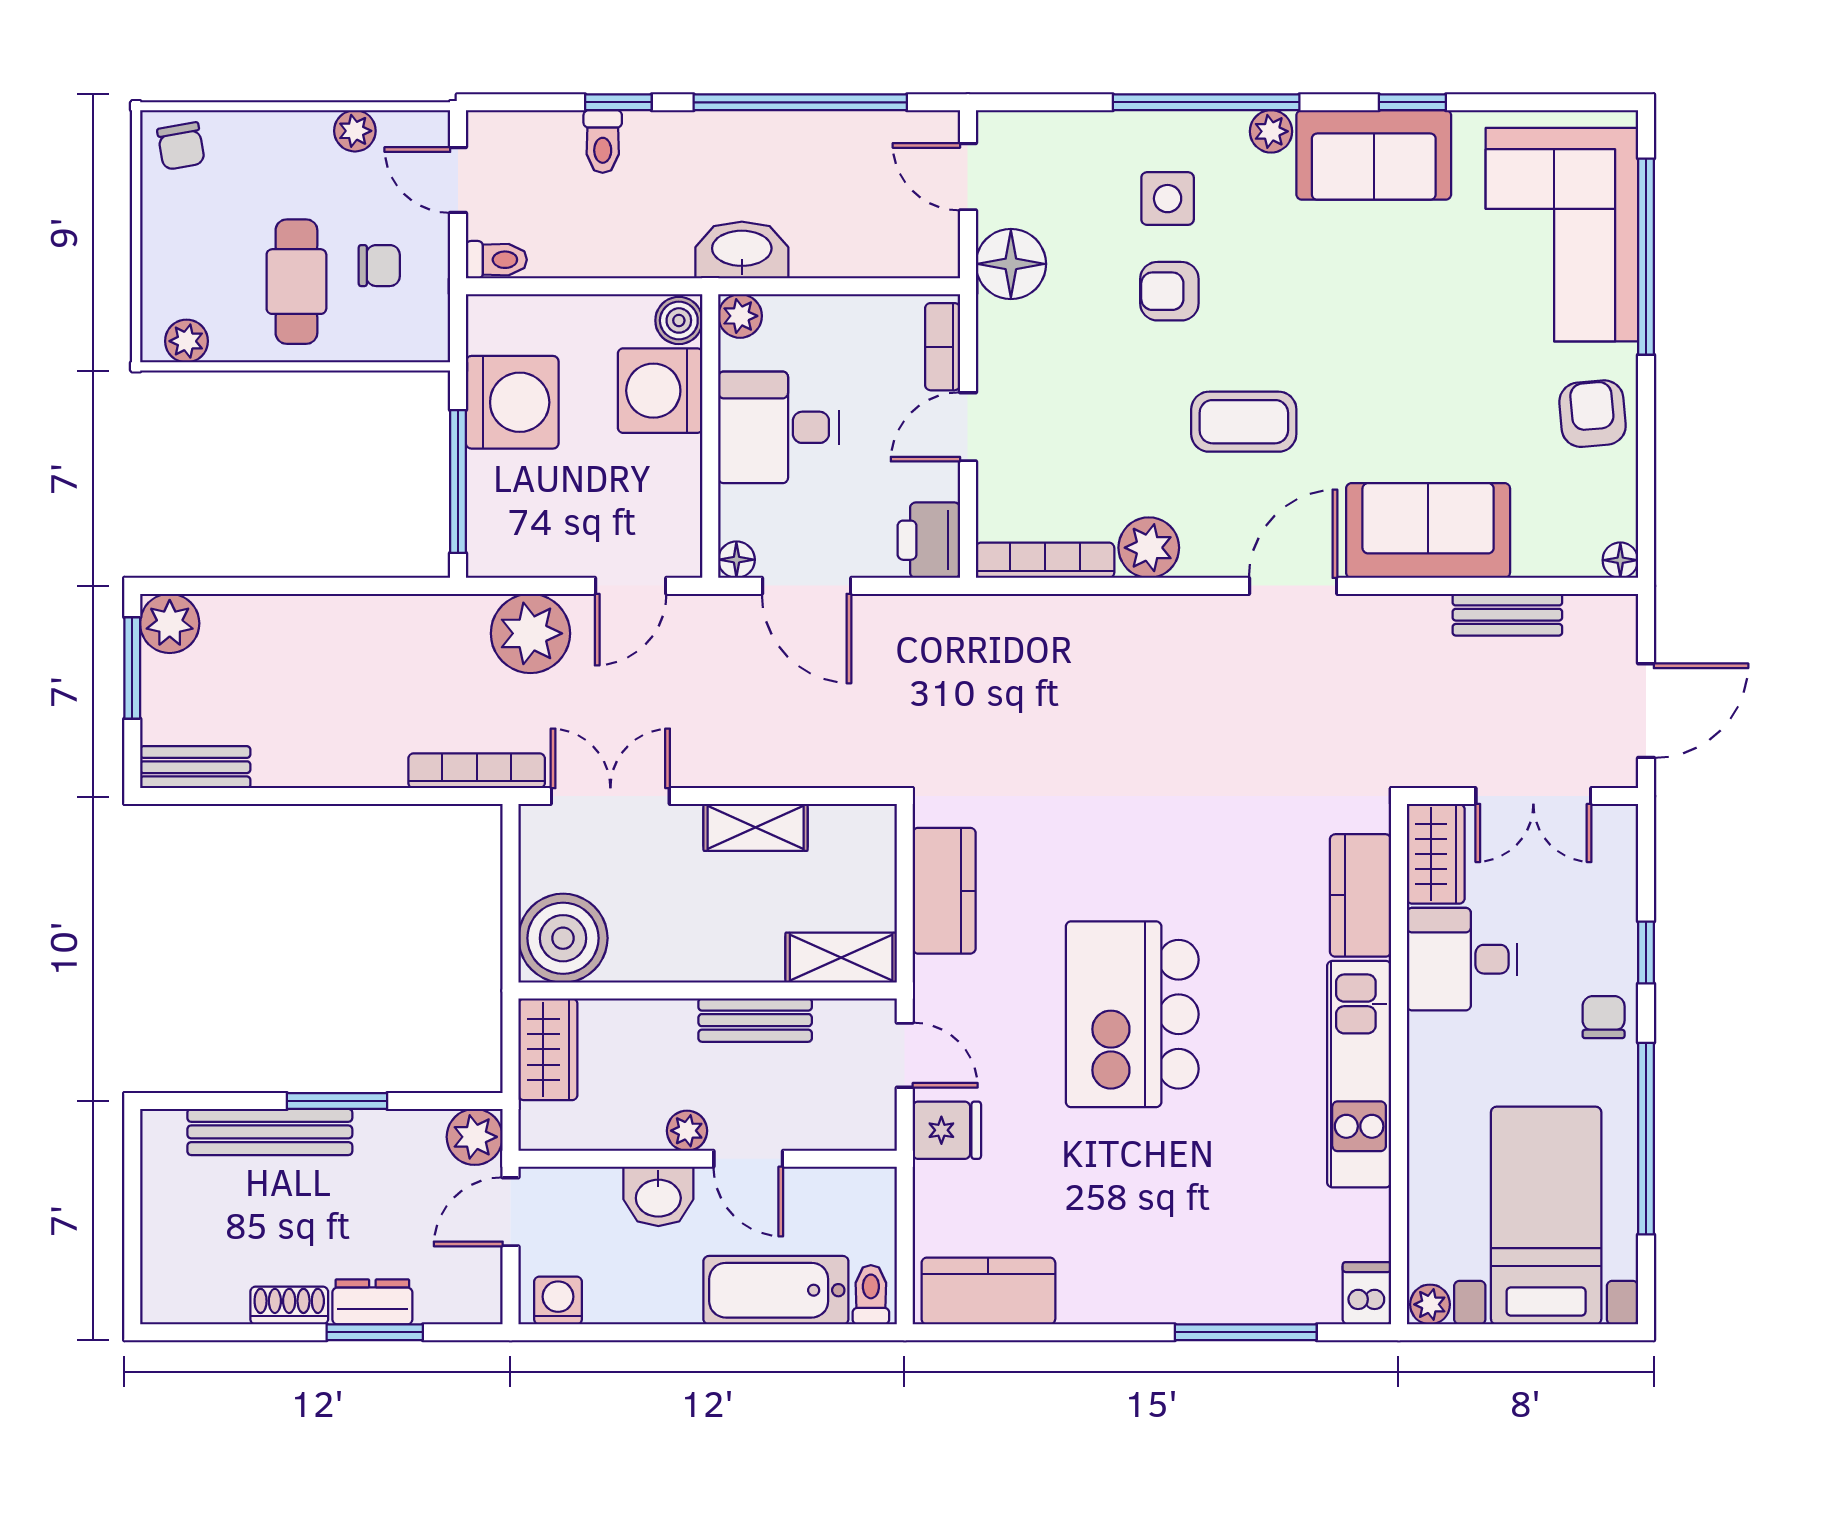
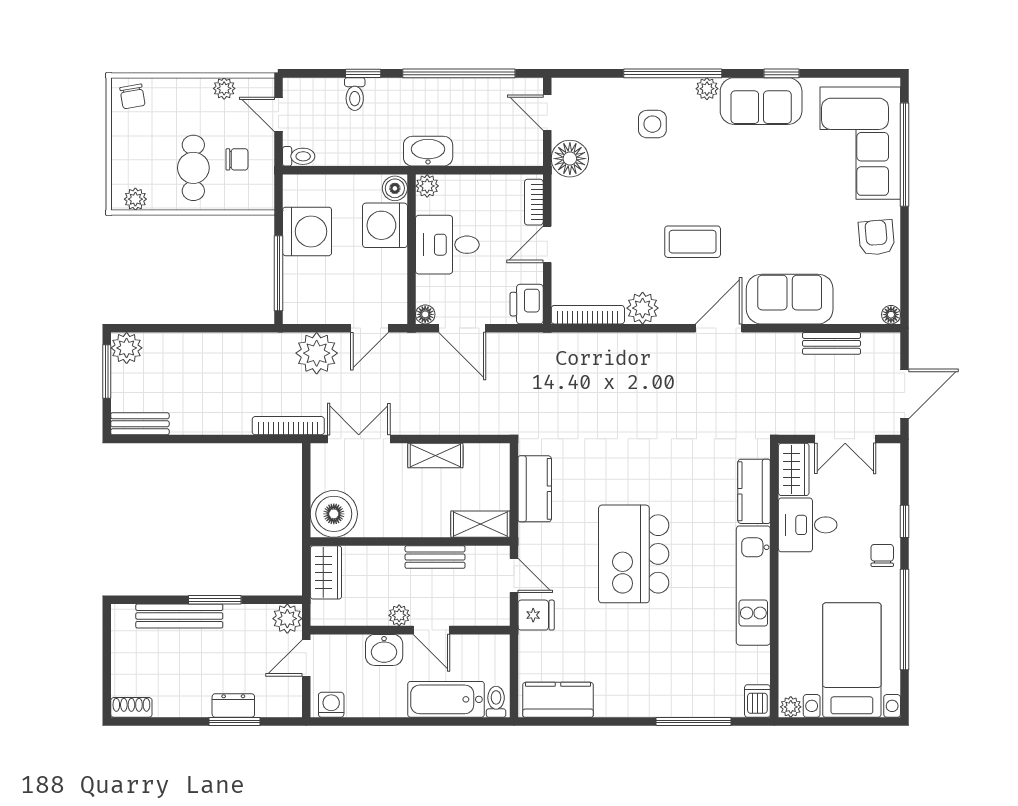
armchair: (1169, 291) -> (653, 173), removed
shoe rack: (289, 1305) -> (131, 707), moved

